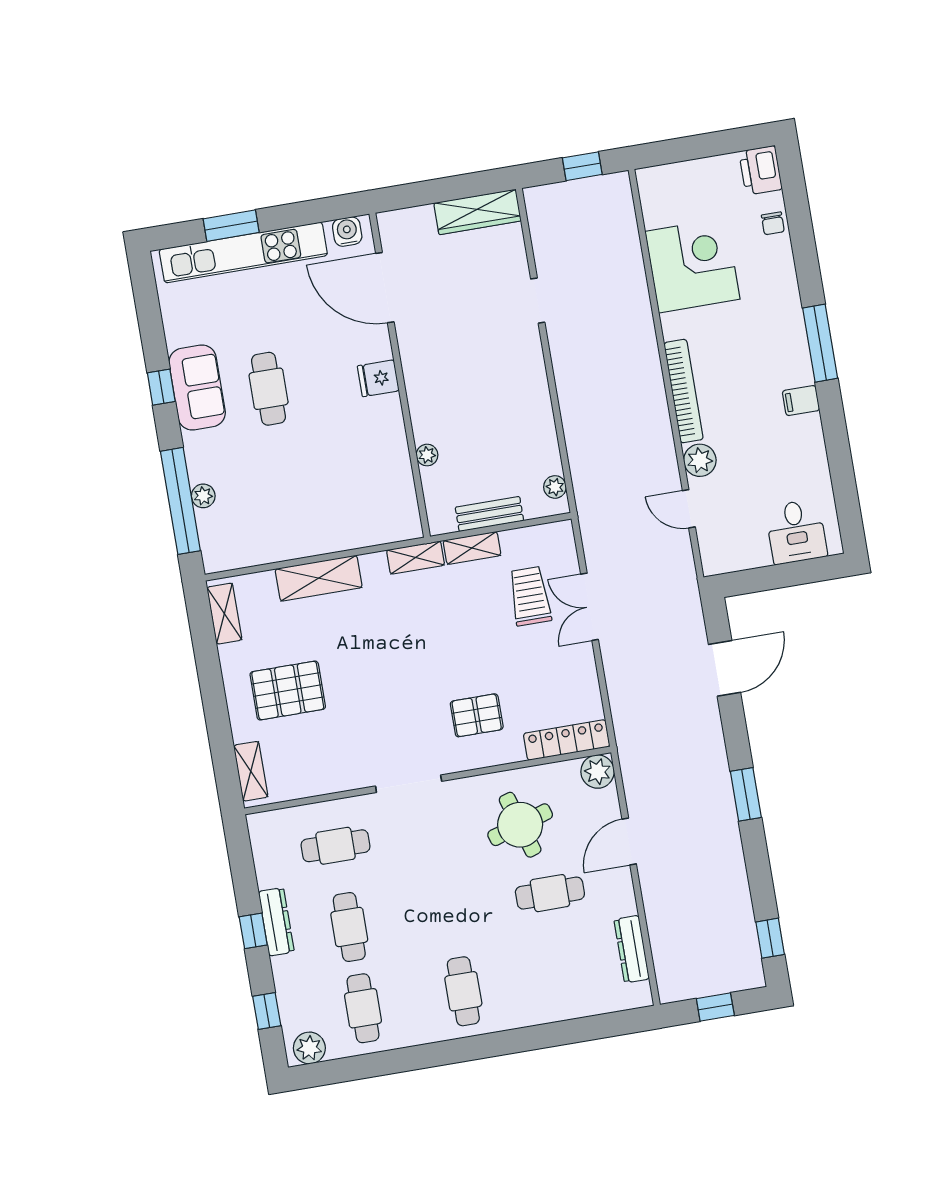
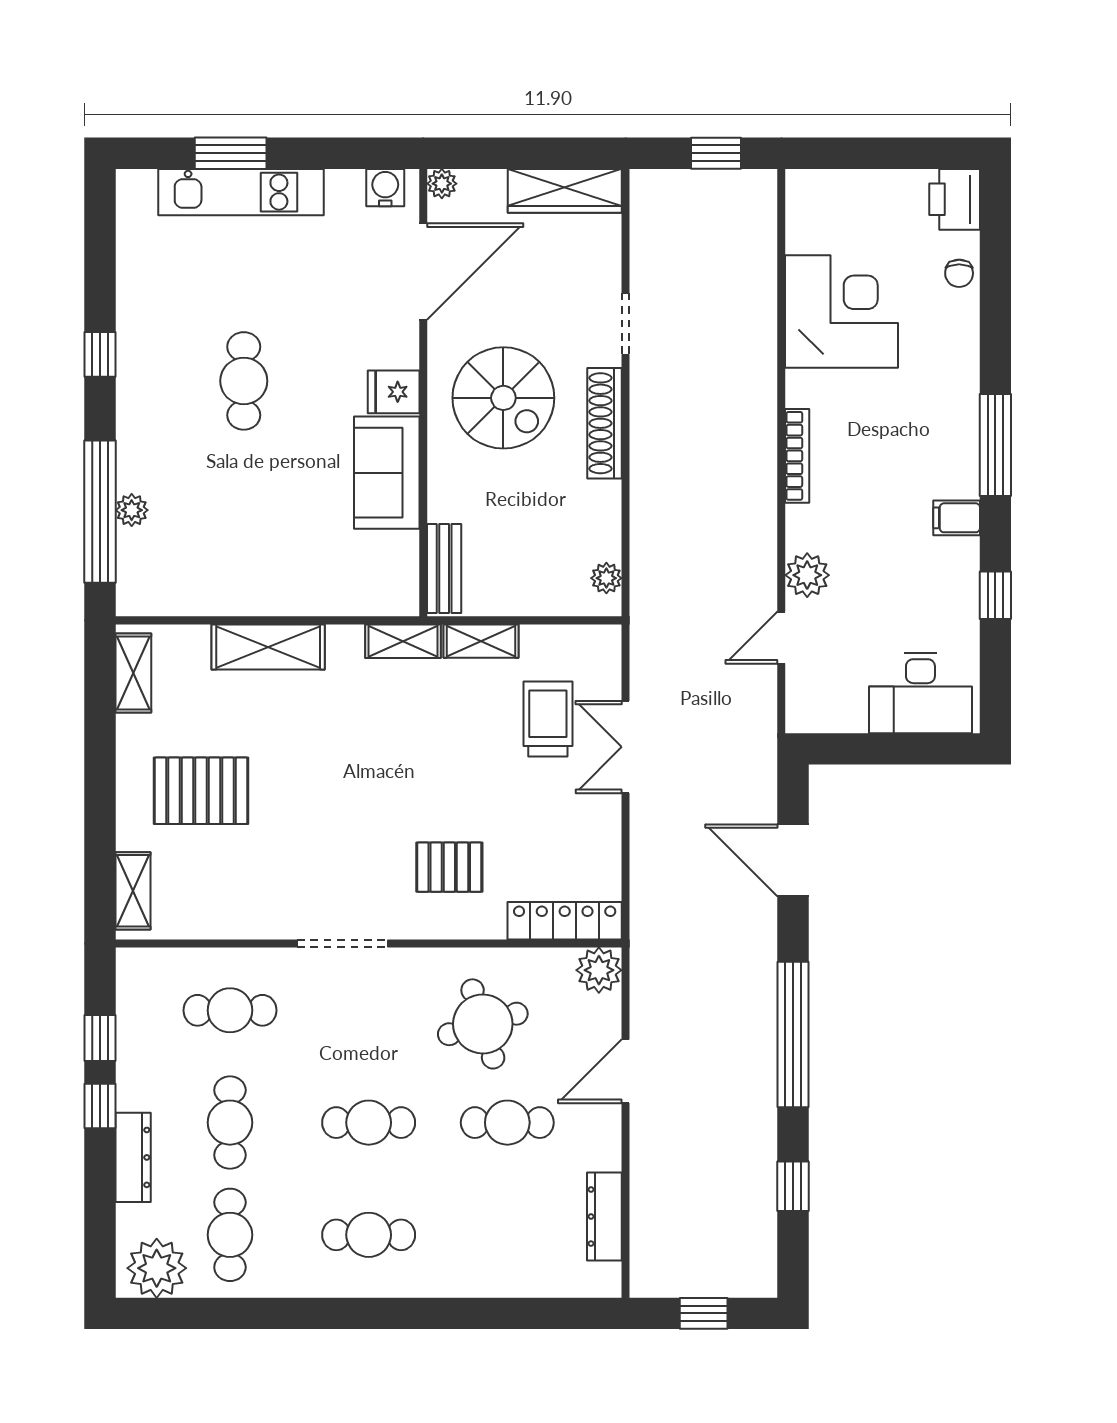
kitchen unit: (243, 252) -> (241, 192), width x0.73
door: (385, 288) -> (423, 271), swing flipped
spiral stairs: (458, 369) -> (503, 398), added
shoe rack: (535, 375) -> (605, 423), added
sofa: (197, 388) -> (387, 473), moved, turned 180
bookcase: (684, 391) -> (797, 456), width x0.68, depth x0.76
window: (839, 452) -> (995, 595), added
plant: (427, 455) -> (442, 184), moved
door: (689, 509) -> (781, 638), hinge flipped
bench: (489, 514) -> (444, 569), moved, turned 90
desk: (796, 532) -> (920, 693), width x1.37
door: (724, 668) -> (793, 860), swing flipped
window: (746, 794) -> (793, 1034), width x2.11
cafe table: (450, 910) -> (369, 1123), added
dresser: (276, 922) -> (133, 1157), moved
window: (770, 938) -> (793, 1186), moved
cafe table: (463, 991) -> (369, 1235), turned 90
window: (267, 1011) -> (100, 1038), moved
plant: (309, 1048) -> (157, 1268), width x1.36, depth x1.36

